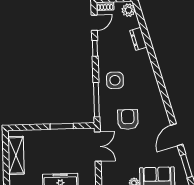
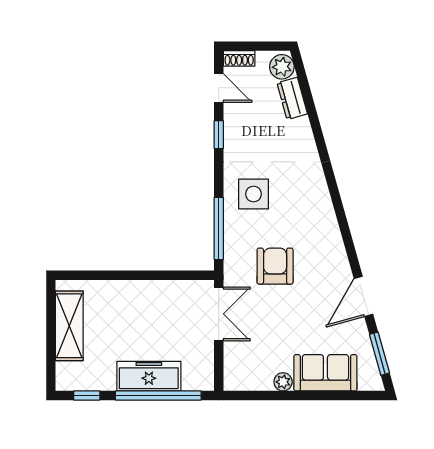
door: (94, 23) -> (219, 88), hinge flipped
dresser: (138, 39) -> (292, 98), moved
window: (62, 126) -> (154, 275), removed

